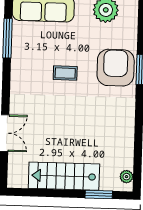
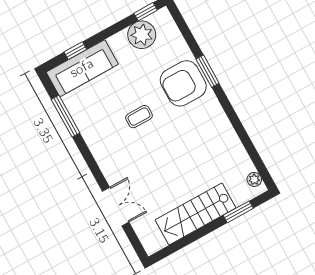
armchair: (116, 68) -> (183, 83), turned -90

